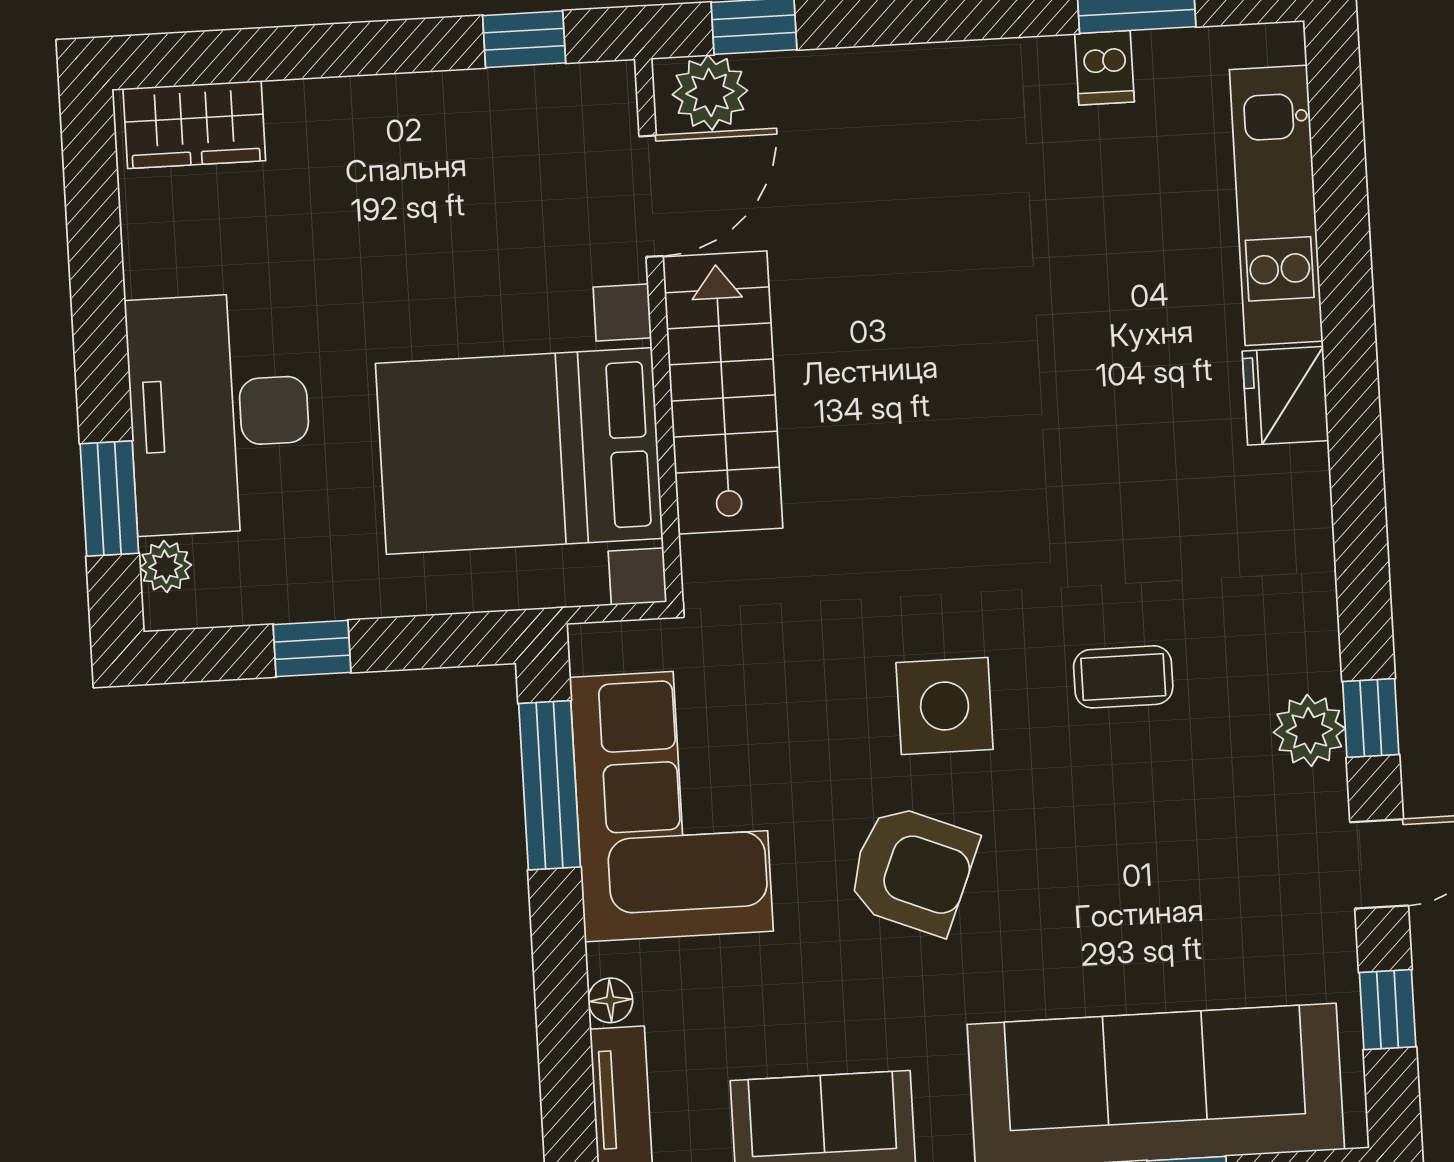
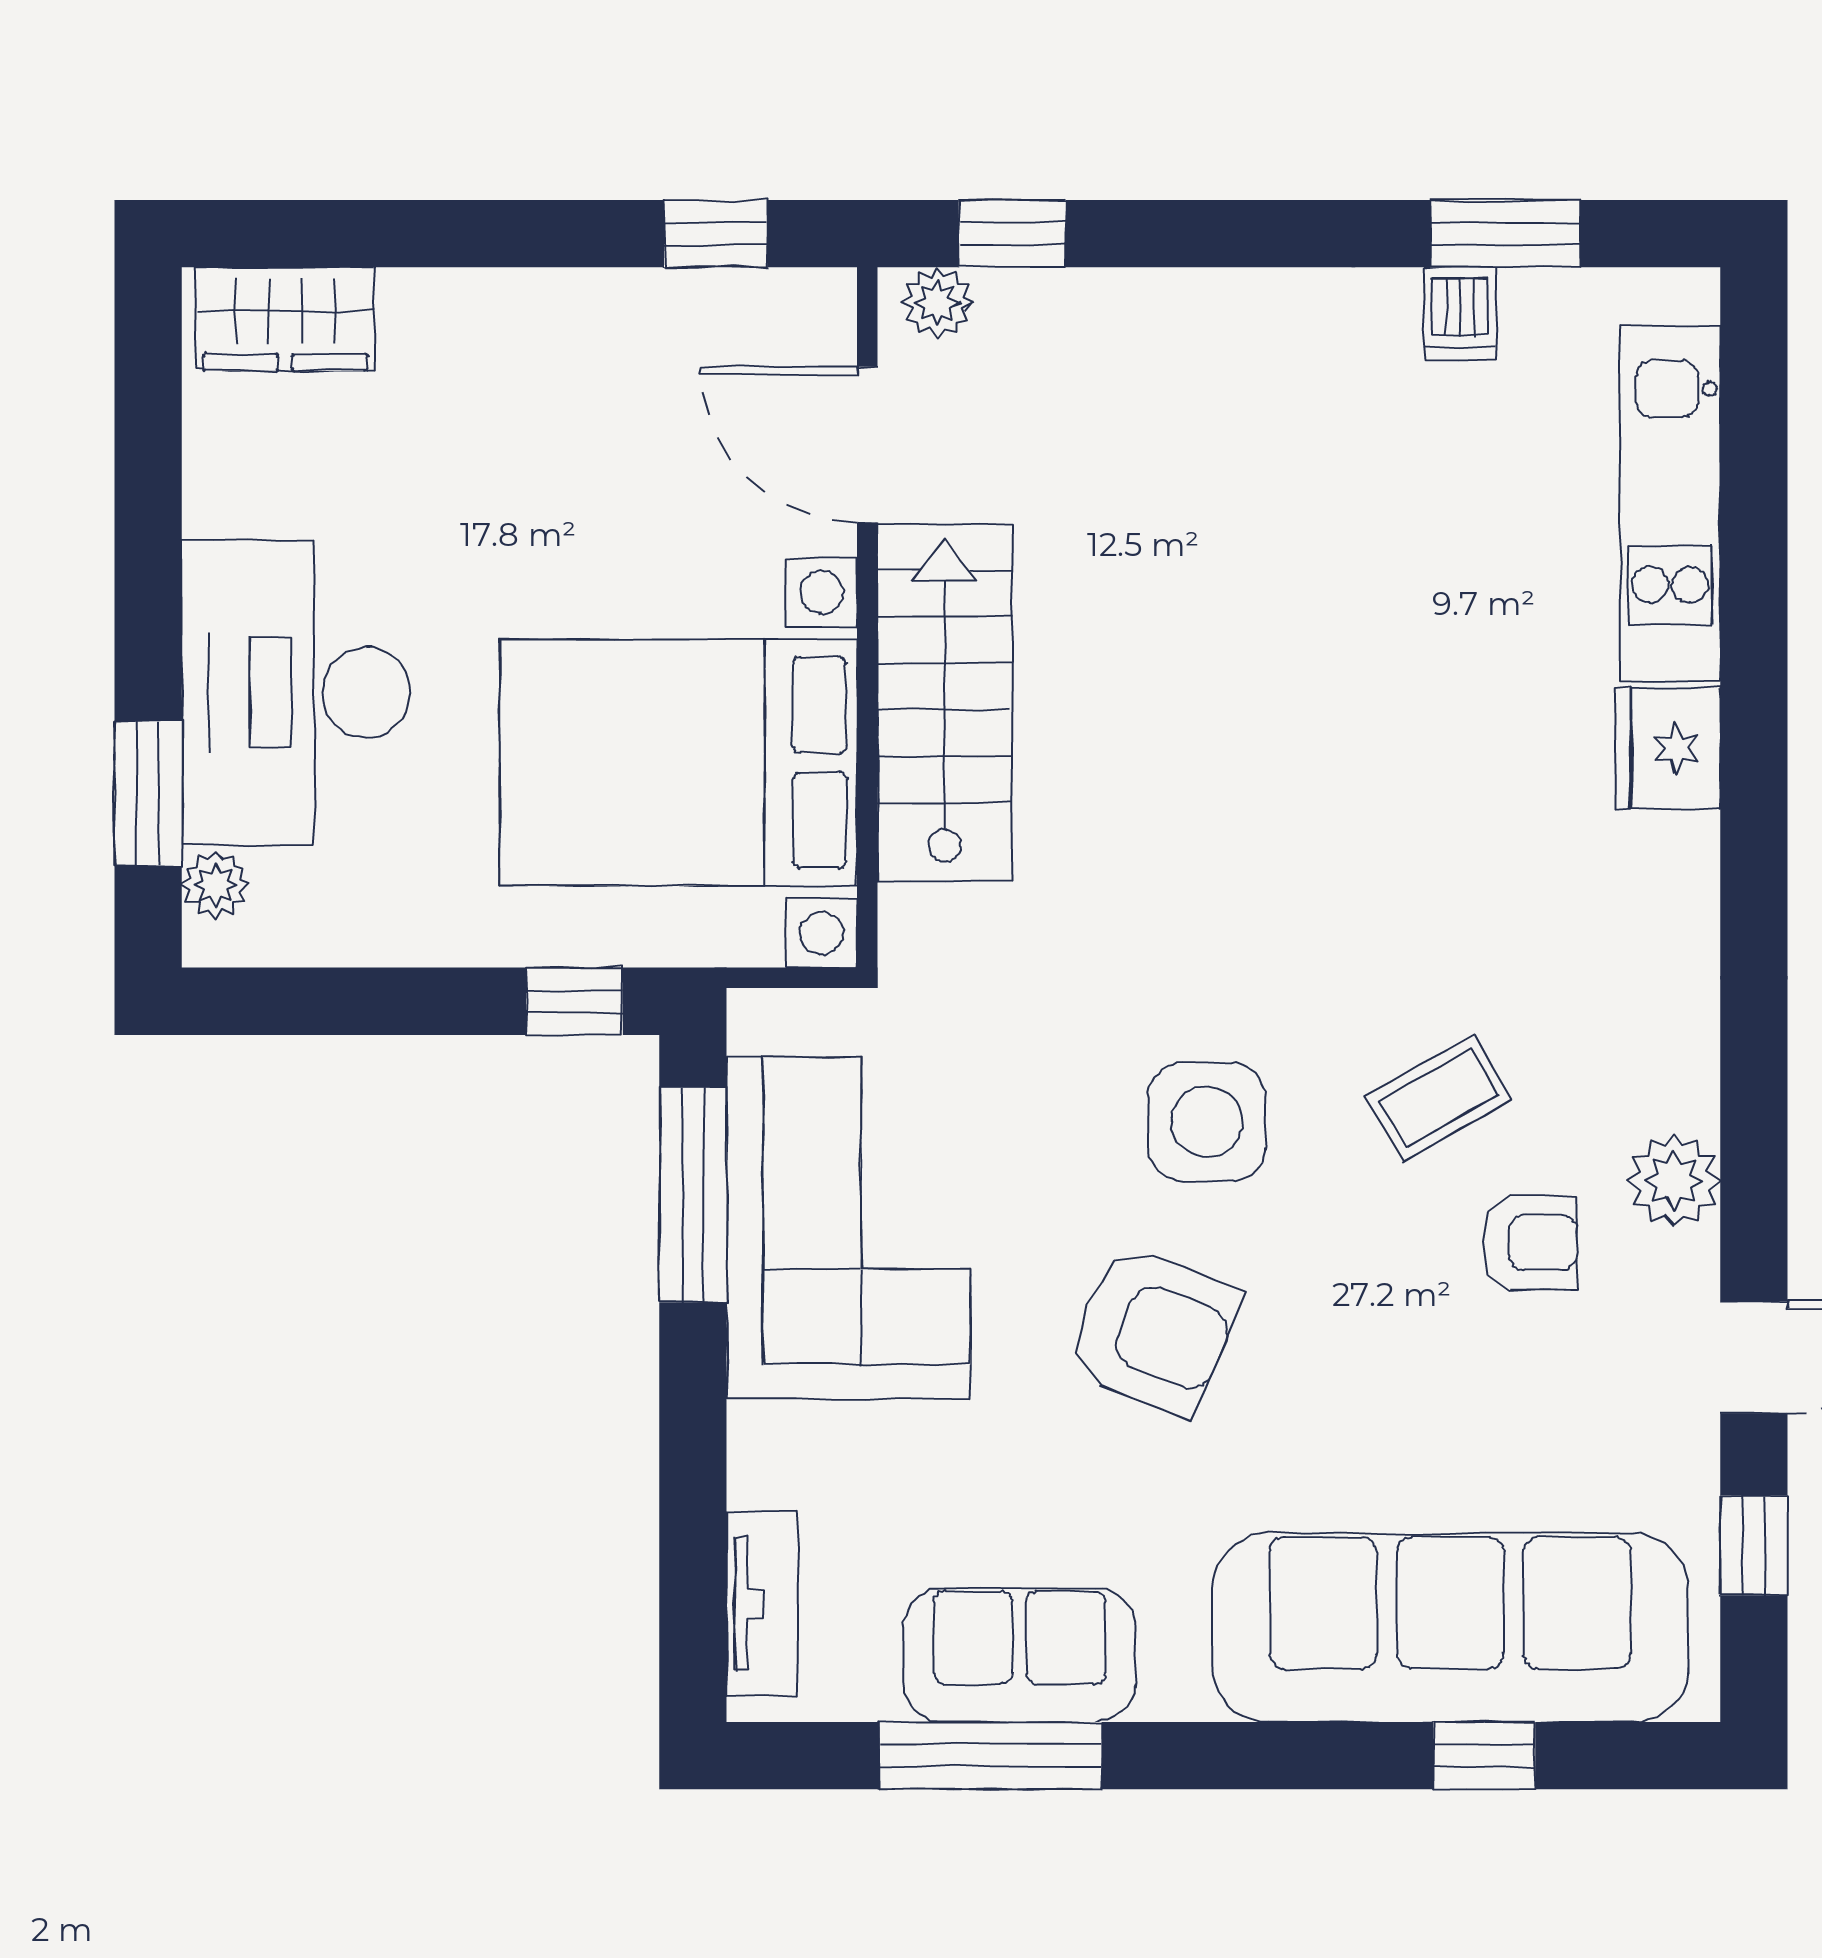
plant: (710, 92) -> (937, 302), width x0.73, depth x0.73
door: (651, 196) -> (867, 445), swing flipped
window: (312, 649) -> (574, 1001), moved
coffee table: (1123, 677) -> (1439, 1098), turned -30
window: (1371, 718) -> (1754, 1169), removed
armchair: (1200, 785) -> (1530, 1242), added
floor lamp: (610, 1000) -> (755, 1476), removed

